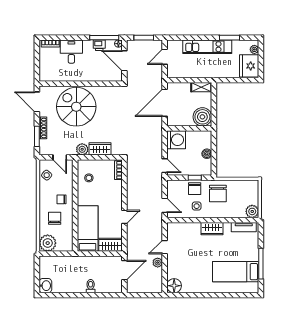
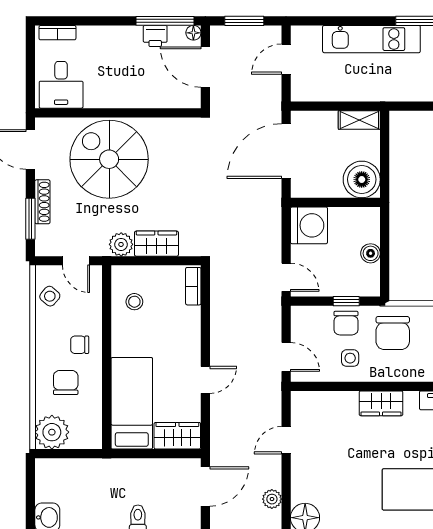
desk: (71, 52) -> (61, 85), moved, turned 180
plant: (158, 263) -> (272, 499), moved

